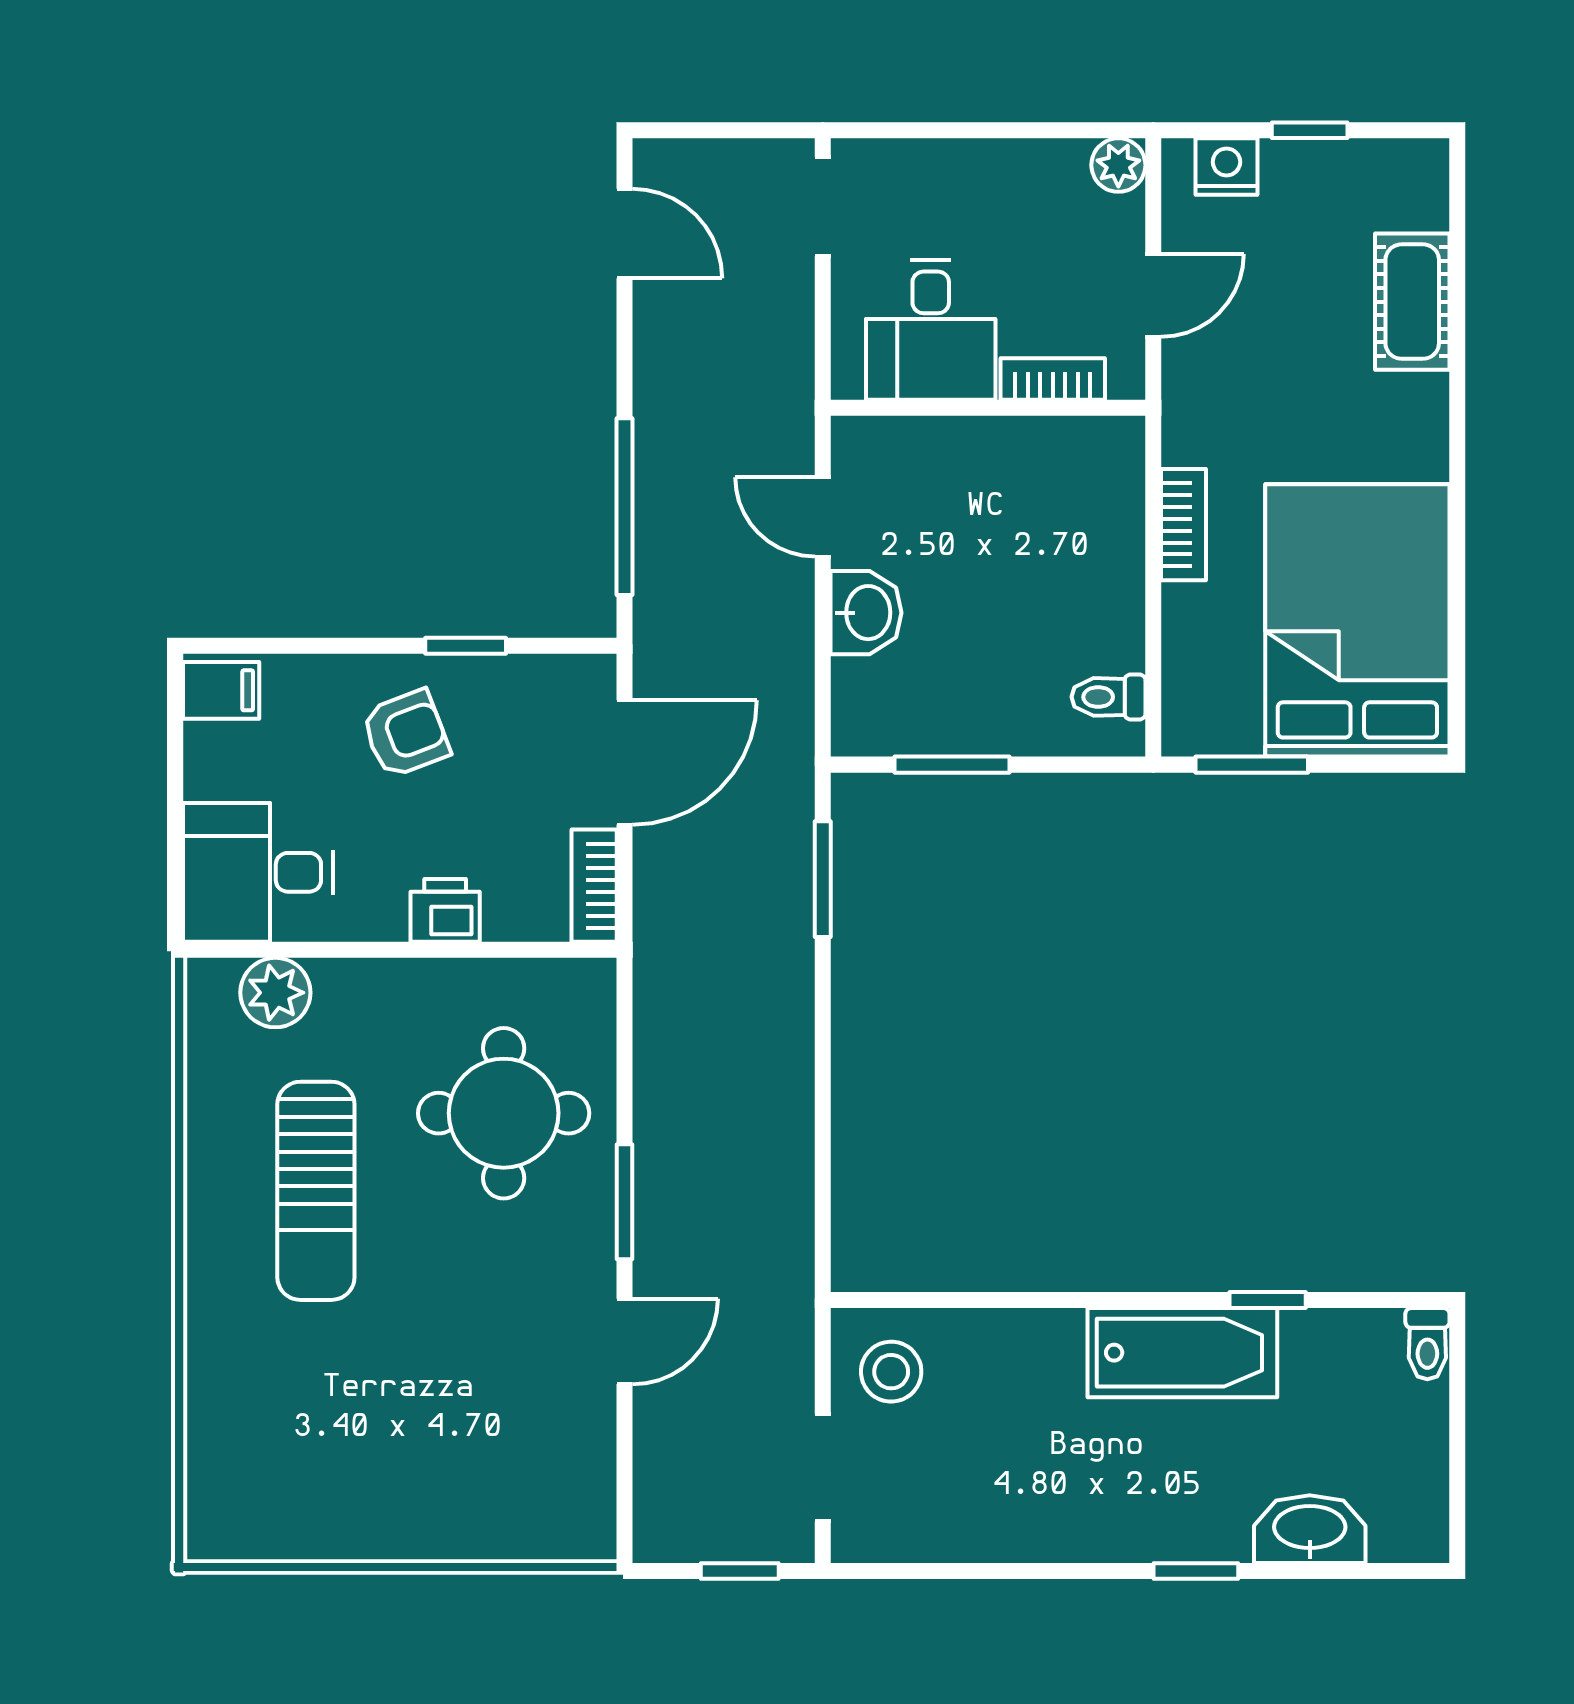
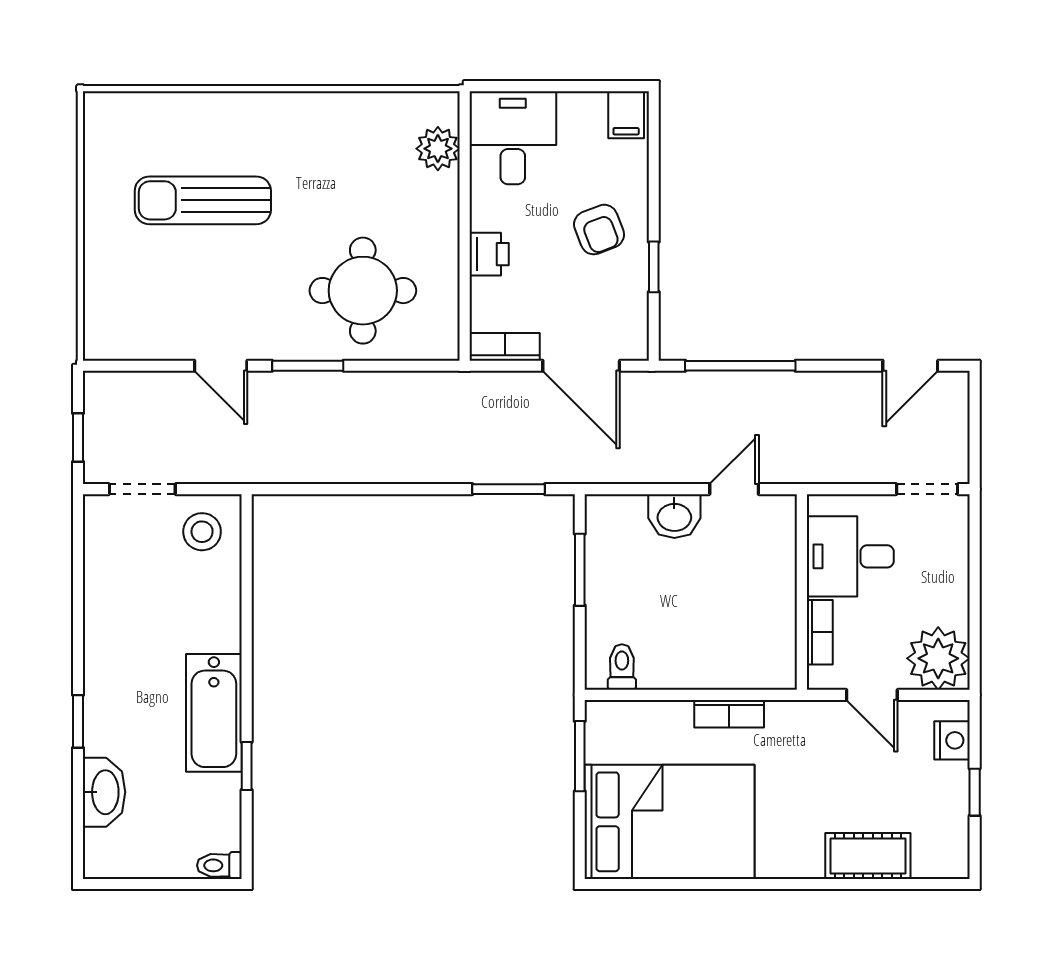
plant: (1118, 165) -> (938, 658), width x1.88, depth x1.88
sun lounger: (316, 1191) -> (203, 200), moved

